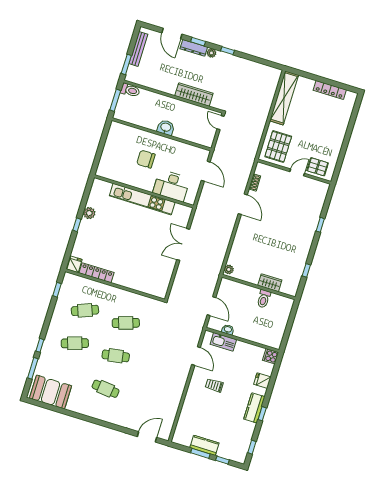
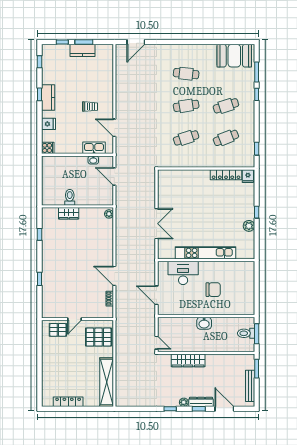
toilet: (130, 90) -> (246, 333), moved
pallet: (278, 147) -> (99, 337), turned 90

